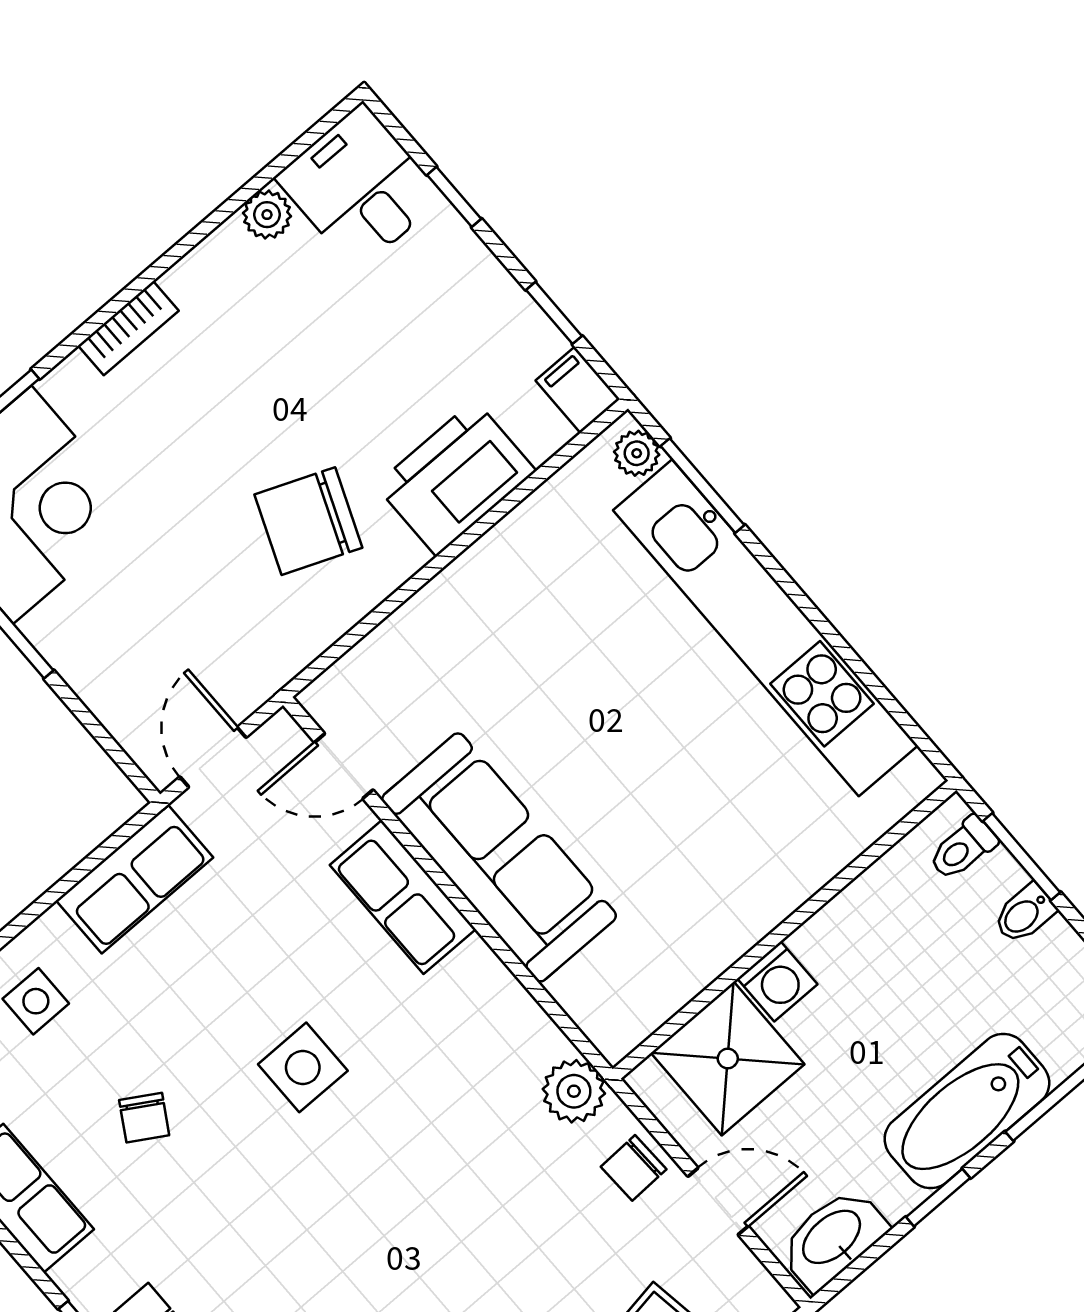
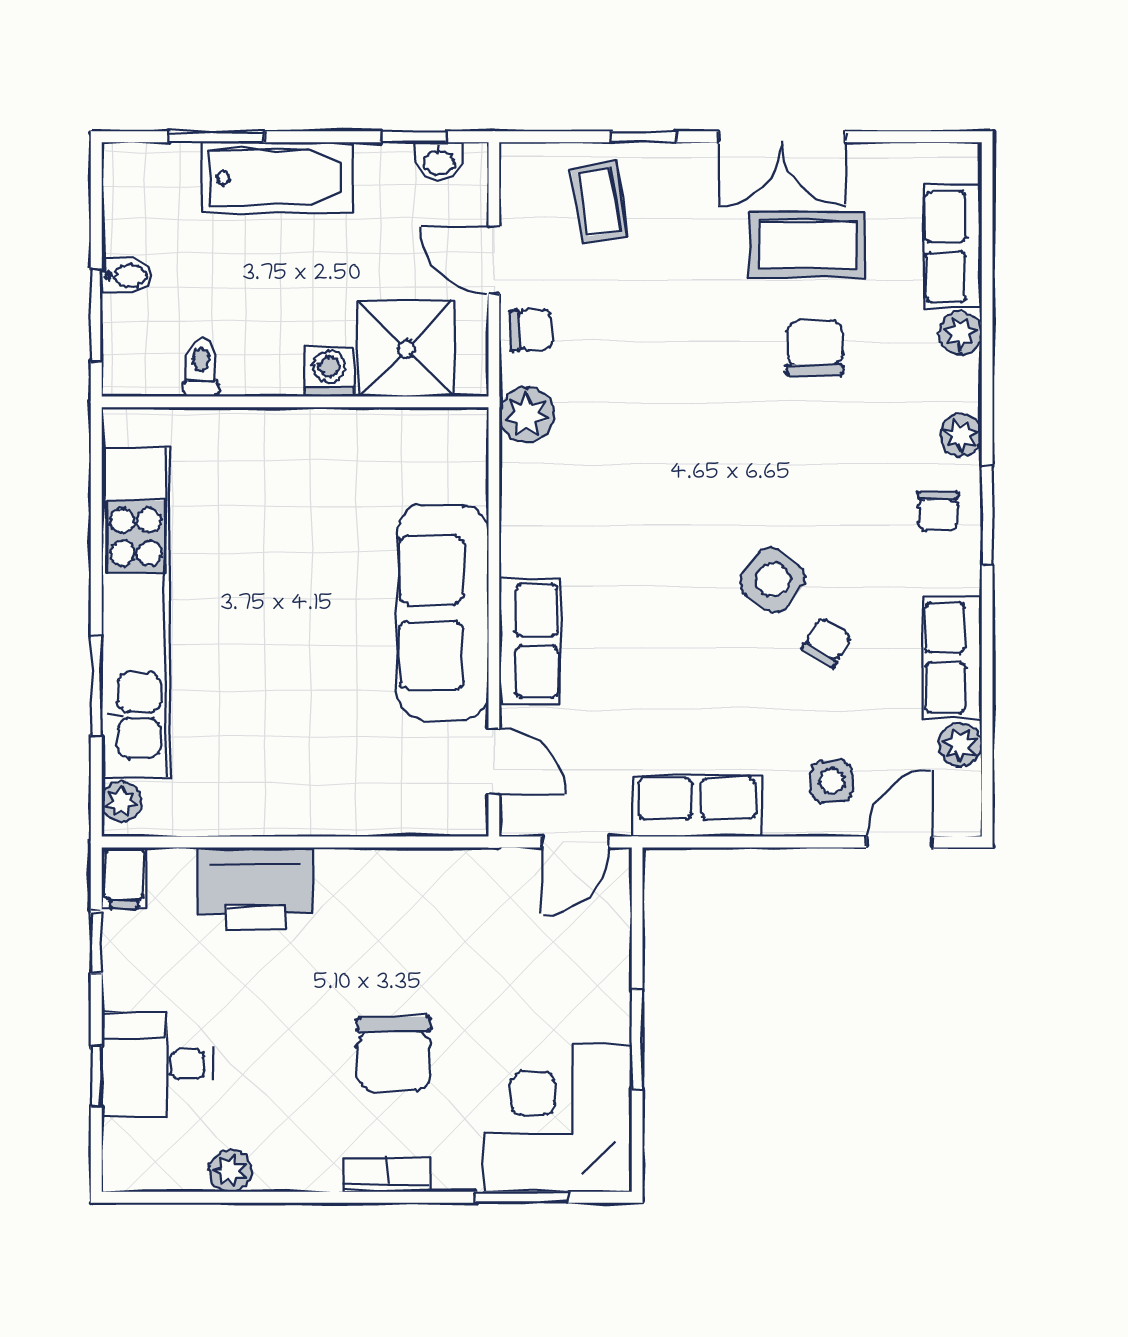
desk: (360, 187) -> (157, 1064), moved, turned 90
window: (702, 486) -> (96, 686), moved
chair: (308, 521) -> (394, 1054), moved, turned 68
toilet: (963, 848) -> (201, 368), moved, turned -90
side table: (303, 1067) -> (773, 580), moved, turned 36
window: (938, 1198) -> (413, 137), moved
washbasin: (833, 1238) -> (439, 161), width x0.52, depth x0.69

